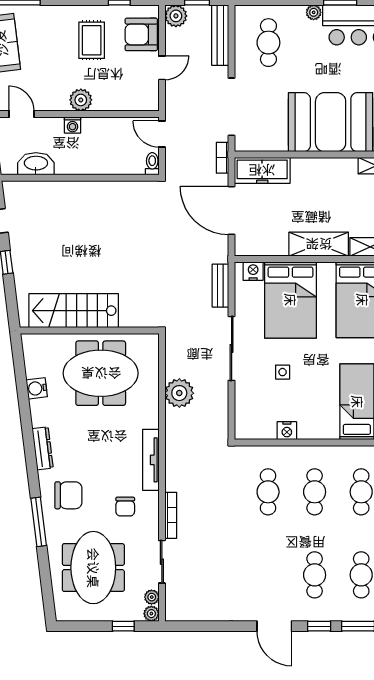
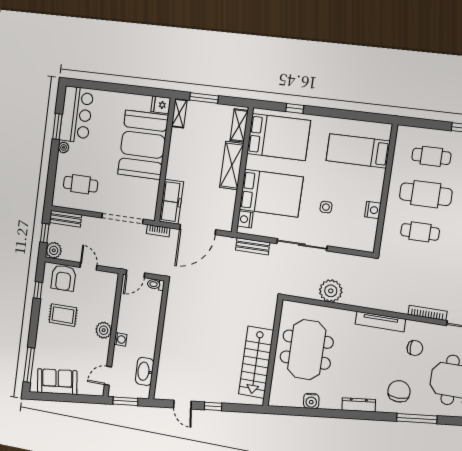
bench: (220, 35) -> (65, 219), width x0.73
cafe table: (315, 492) -> (426, 194), width x1.37, depth x1.35

